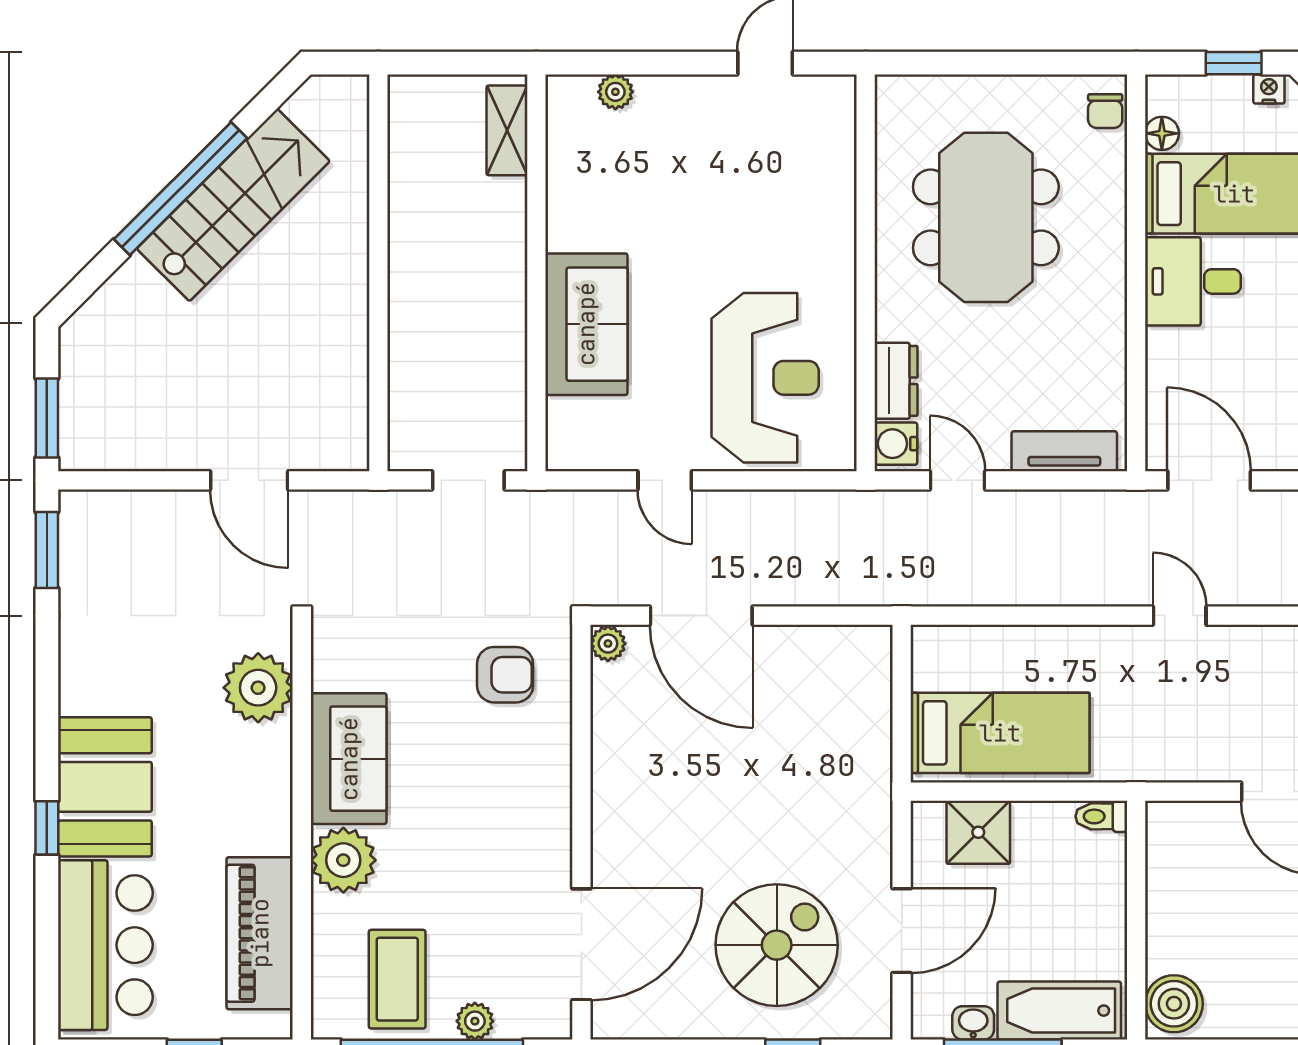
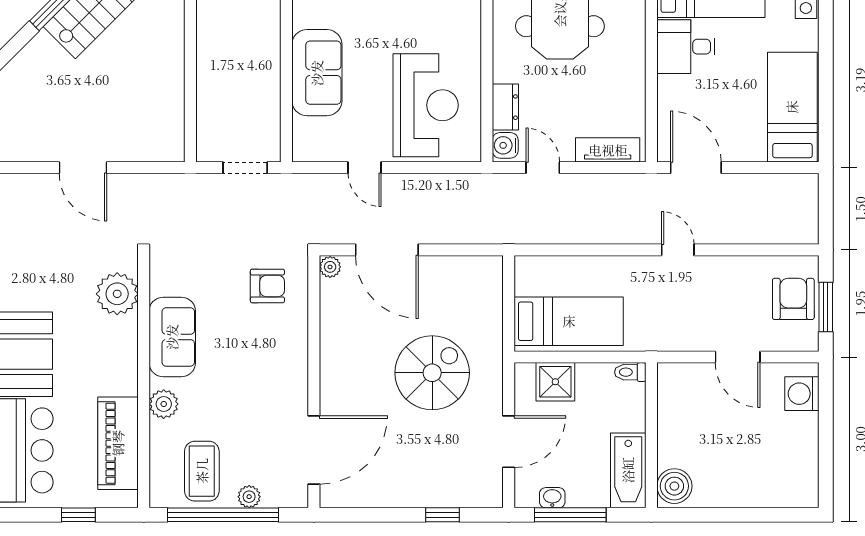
door: (249, 480) -> (83, 168), moved
plant: (343, 860) -> (164, 404), width x0.73, depth x0.73
spiral stairs: (777, 945) -> (432, 373), moved
bathtub: (1059, 1011) -> (628, 470), moved, turned -90

